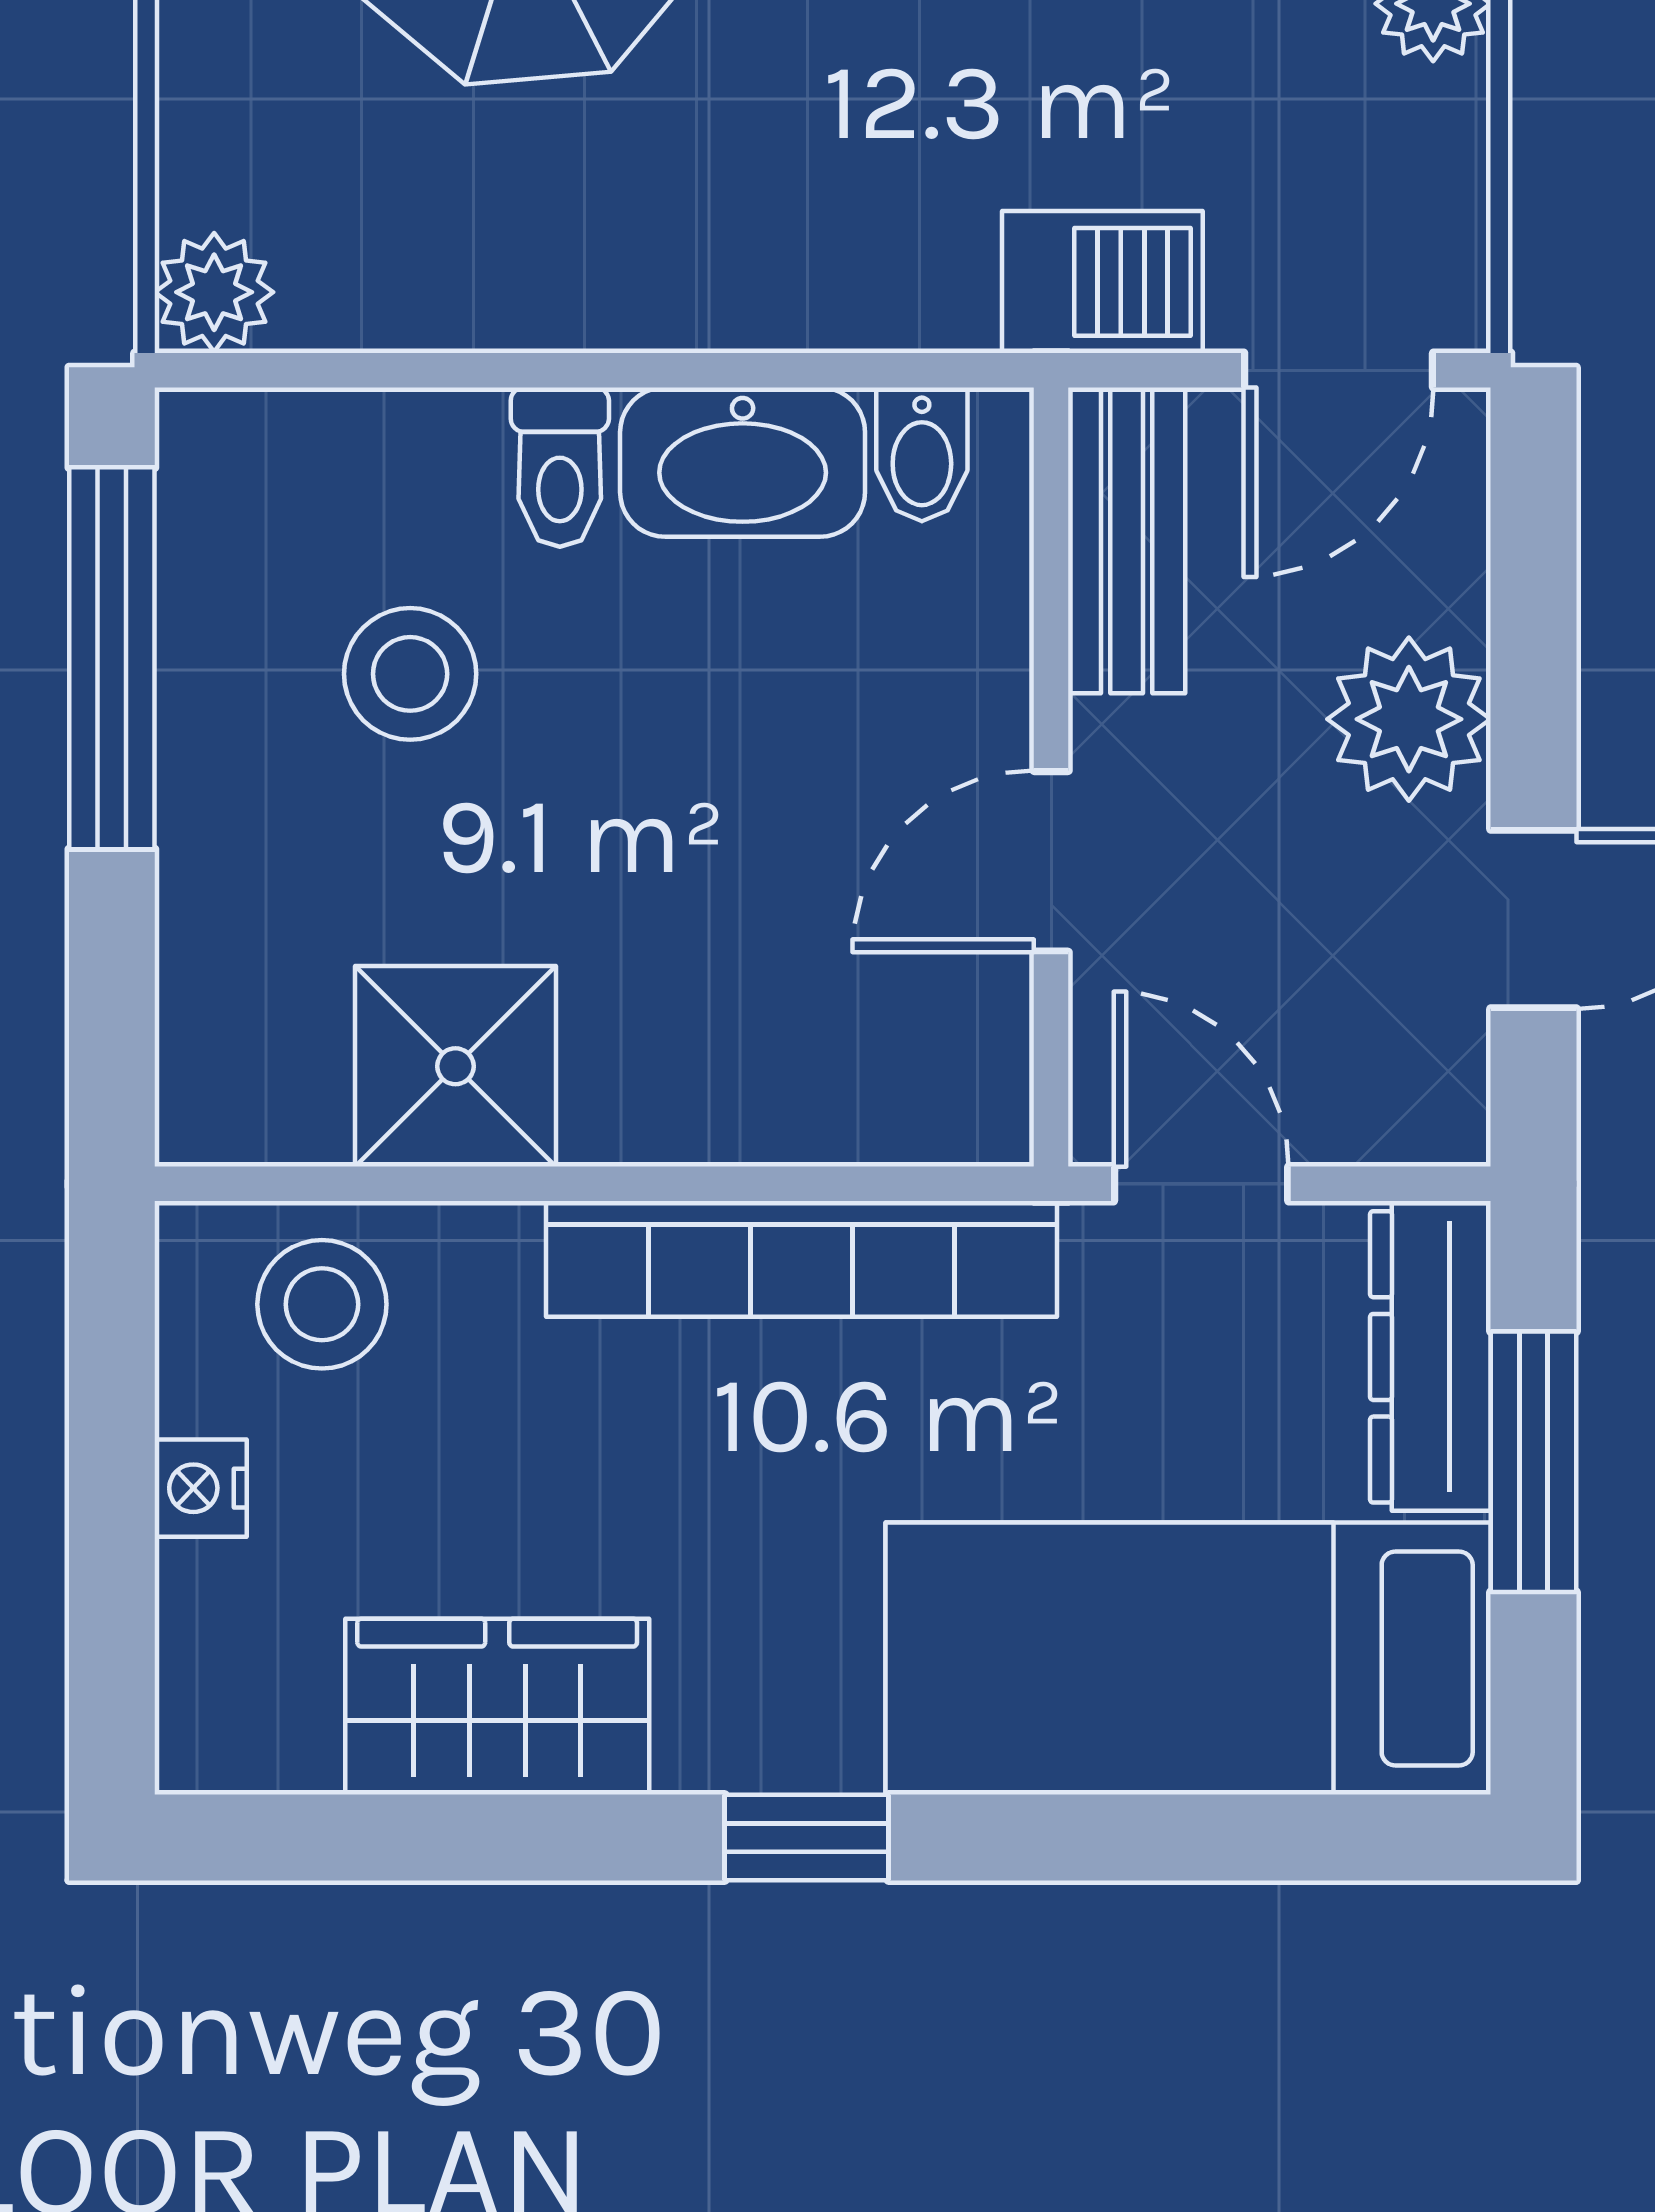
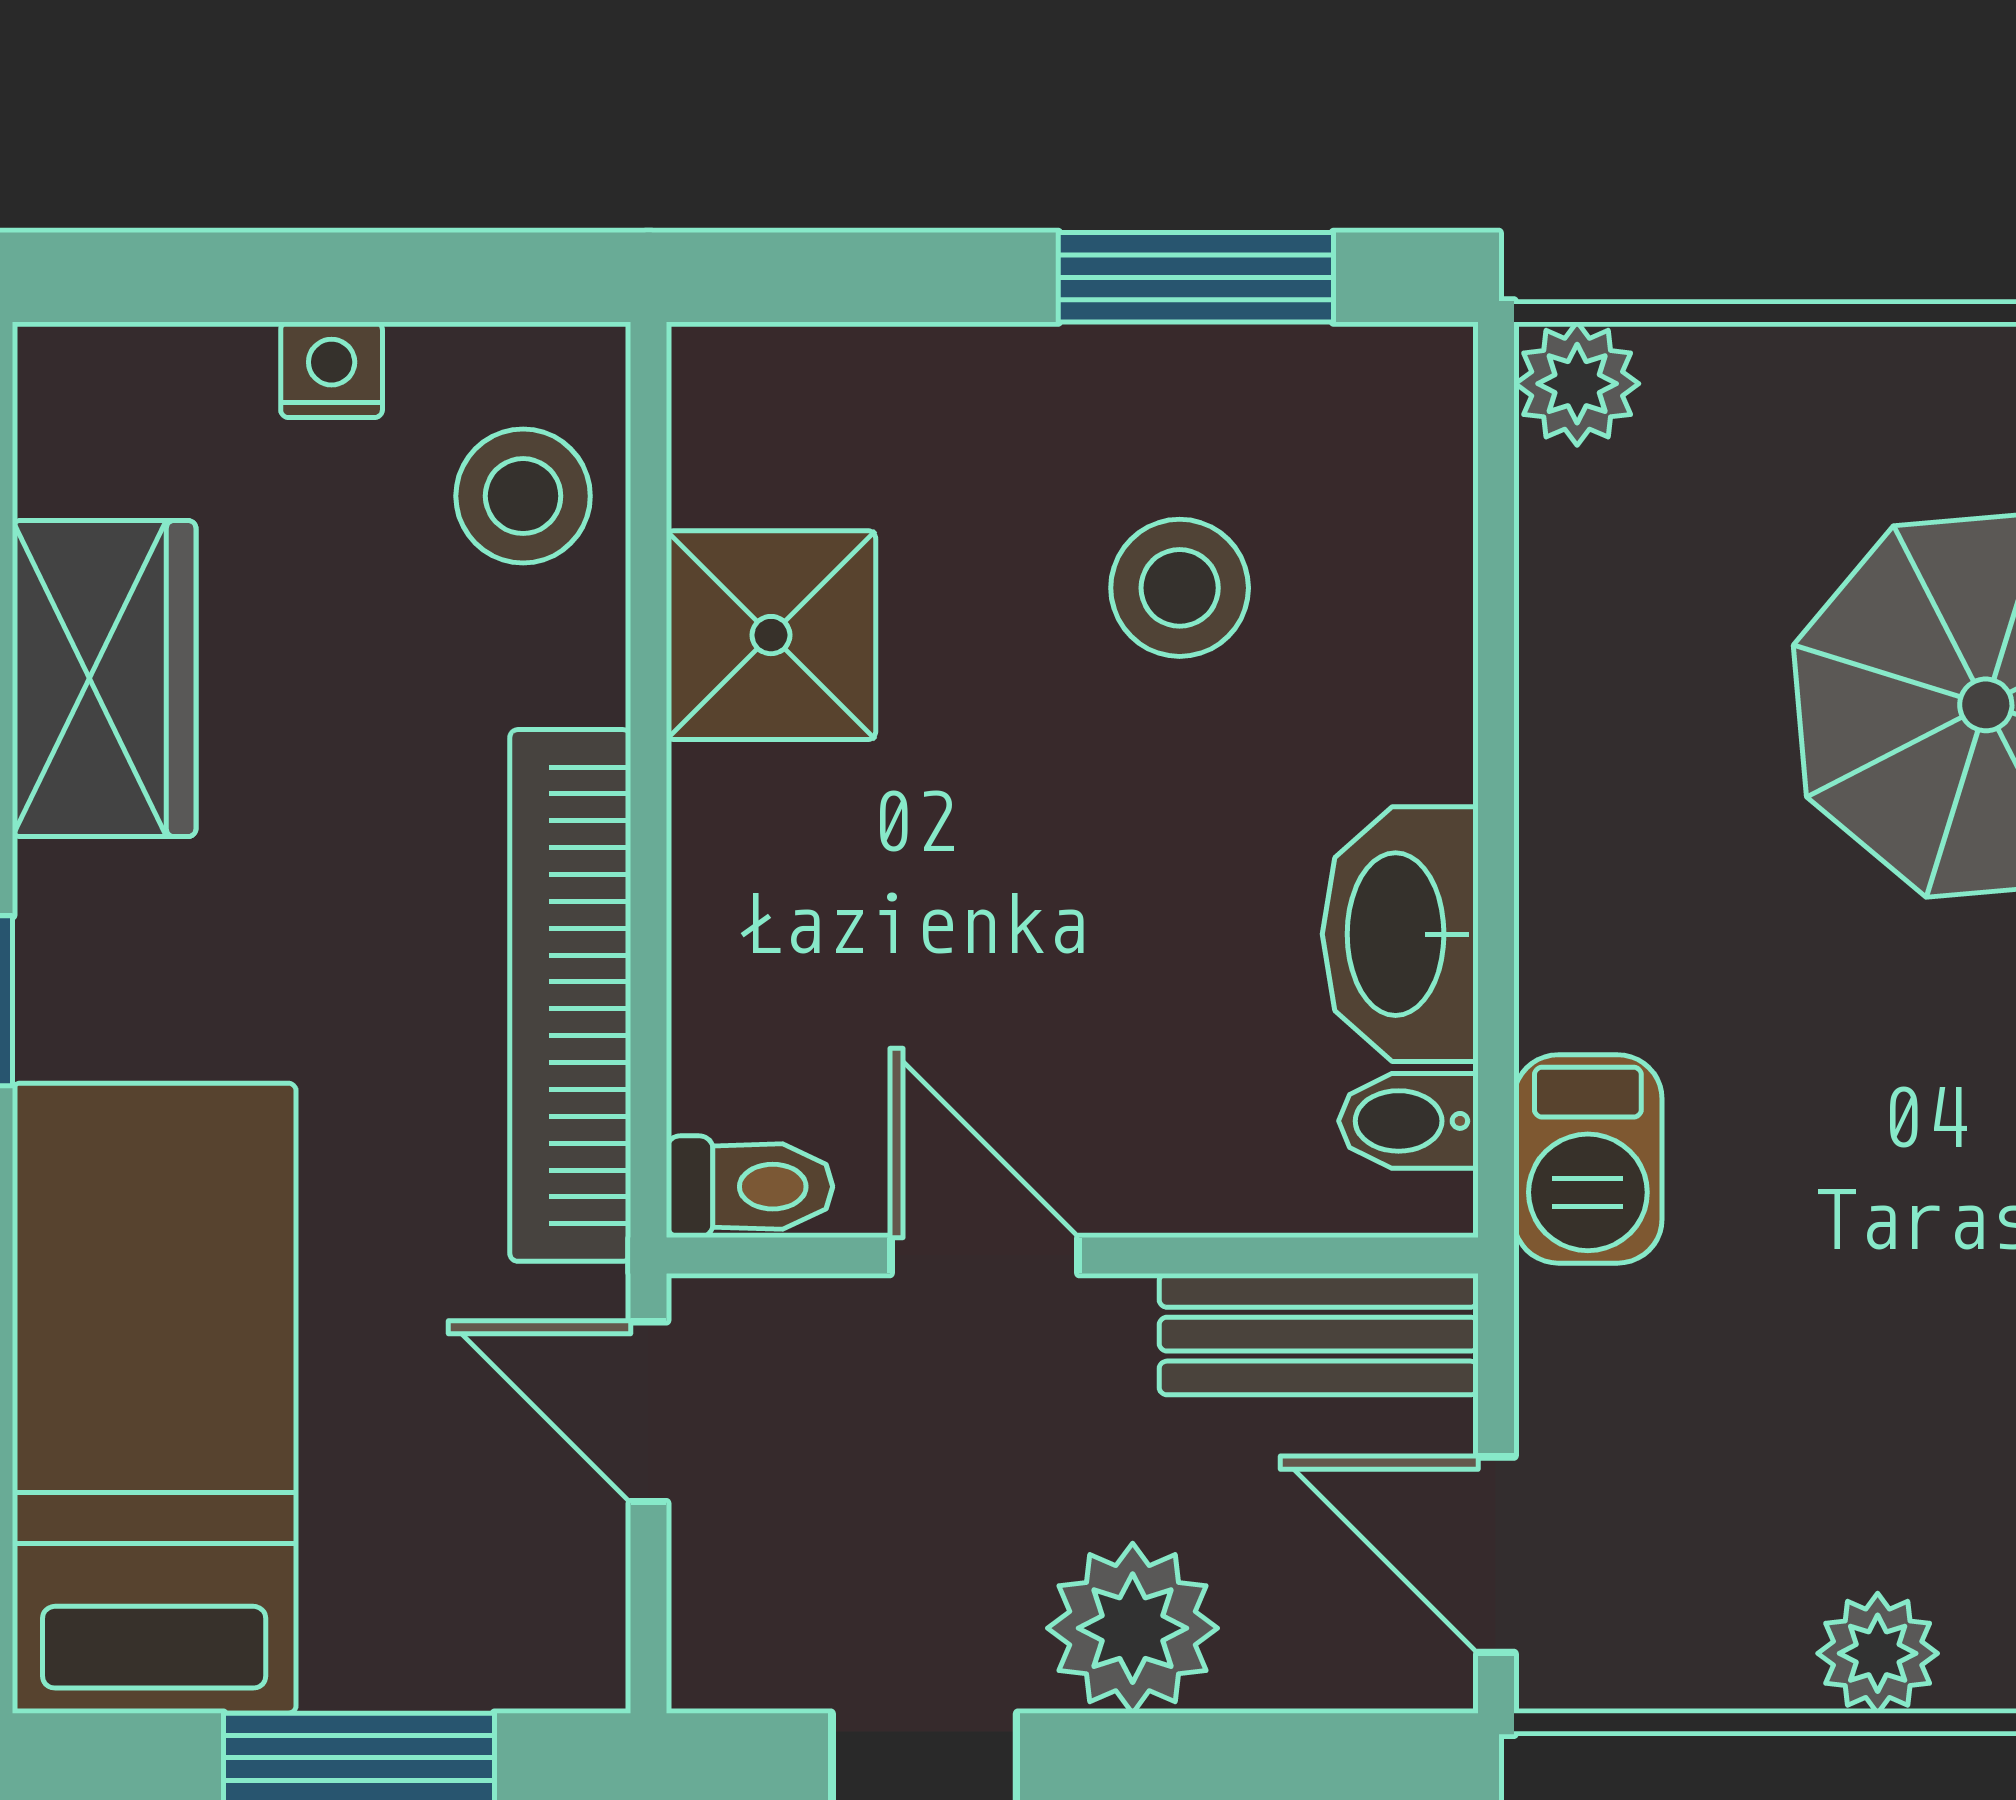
barbecue: (1102, 282) -> (1588, 1159), moved
toilet: (560, 467) -> (749, 1187), moved, turned 180
window: (112, 658) -> (1196, 277), width x0.69
door: (1201, 1184) -> (649, 1412), swing flipped
dresser: (1430, 1357) -> (468, 1651), removed

